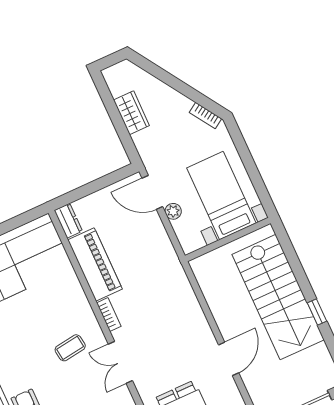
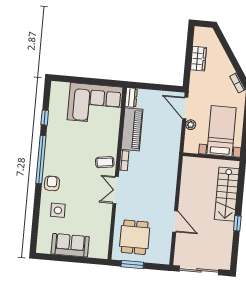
stairs: (278, 297) -> (227, 194), width x0.73, depth x0.66
coffee table: (70, 348) -> (105, 162), moved
door: (229, 359) -> (175, 221), hinge flipped

